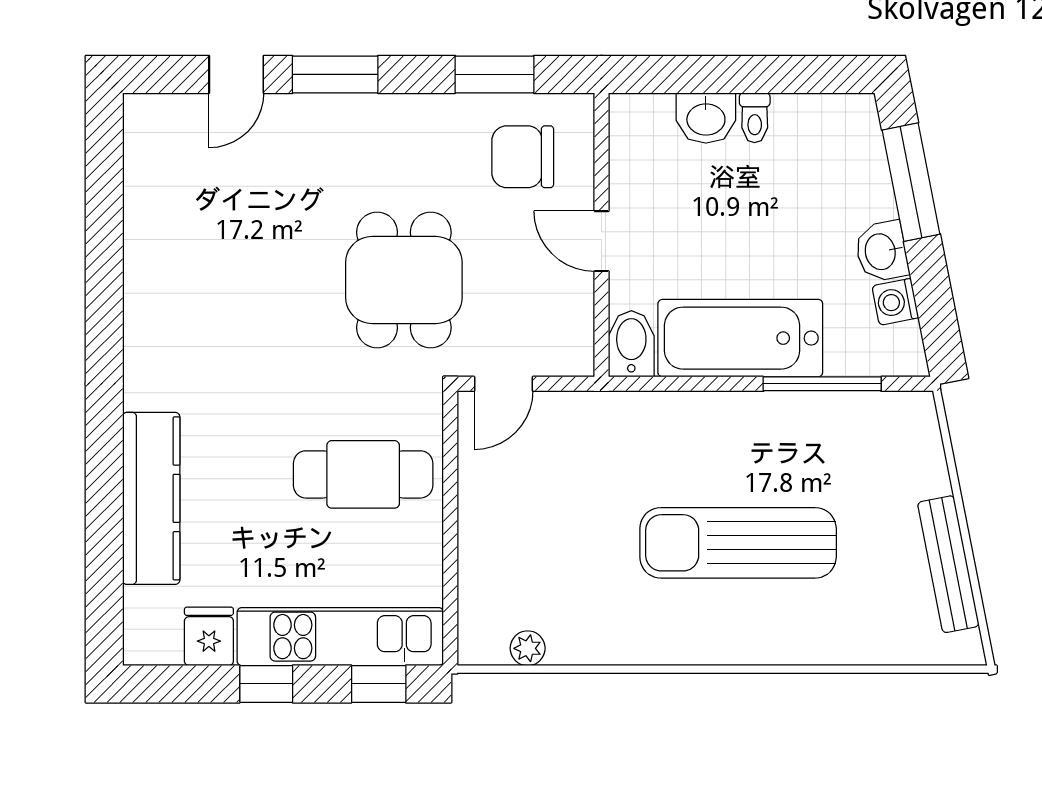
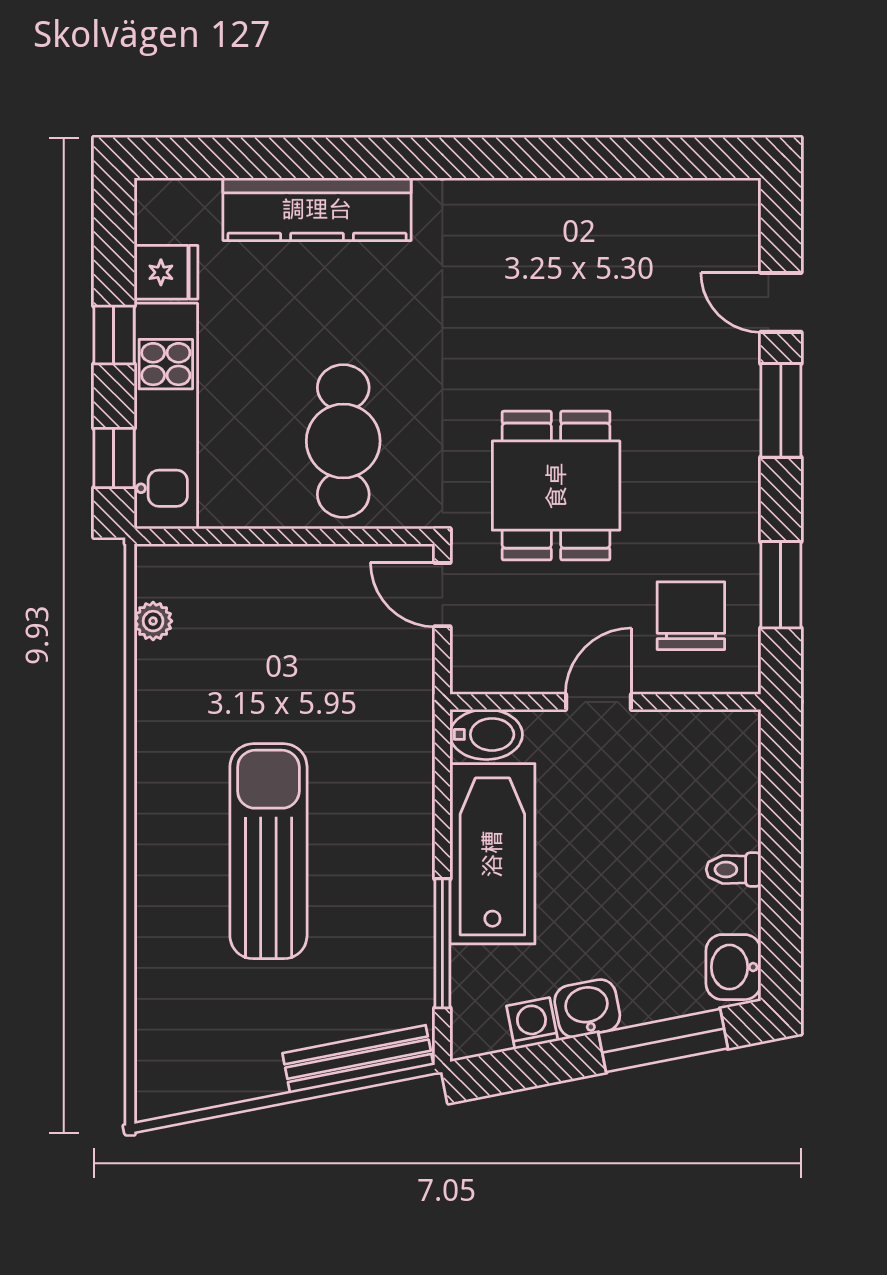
washbasin: (706, 118) -> (733, 967), moved
dining table: (404, 280) -> (556, 486), turned 90
bench: (948, 564) -> (358, 1059), moved

